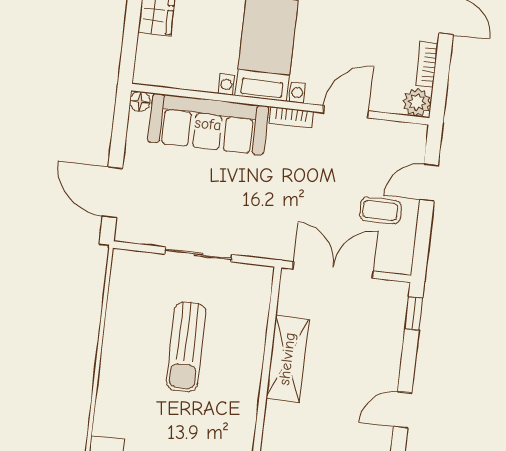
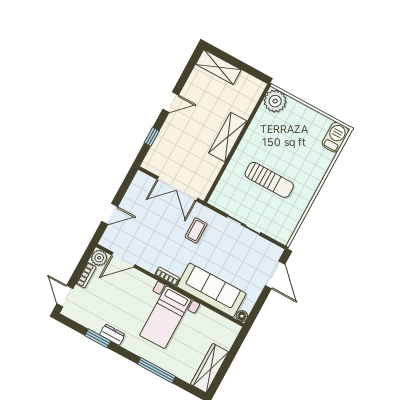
door: (346, 112) -> (123, 260), moved
coffee table: (380, 211) -> (196, 230), moved, turned 90
window: (414, 314) -> (152, 137), moved
sun lounger: (186, 347) -> (269, 180), turned 90
shelving: (287, 359) -> (228, 137), moved

